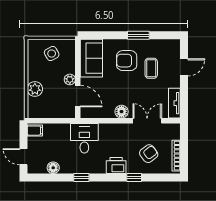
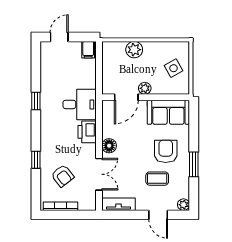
plant: (175, 45) -> (183, 205), added
printer: (116, 166) -> (87, 132), moved, turned 180
floor lamp: (53, 168) -> (47, 70), removed

